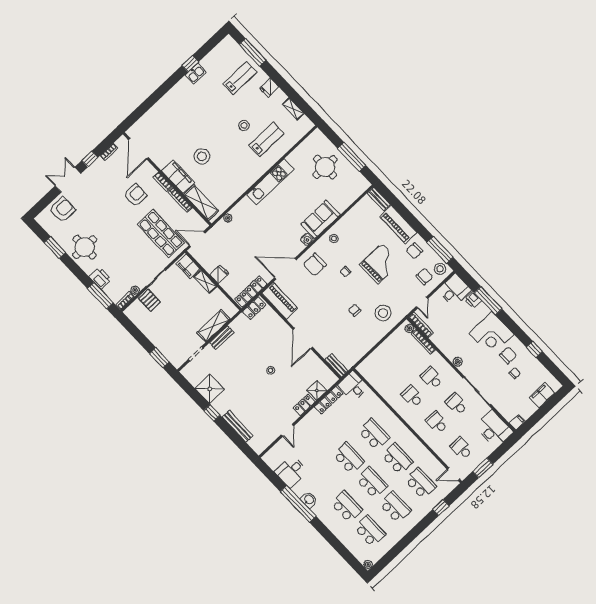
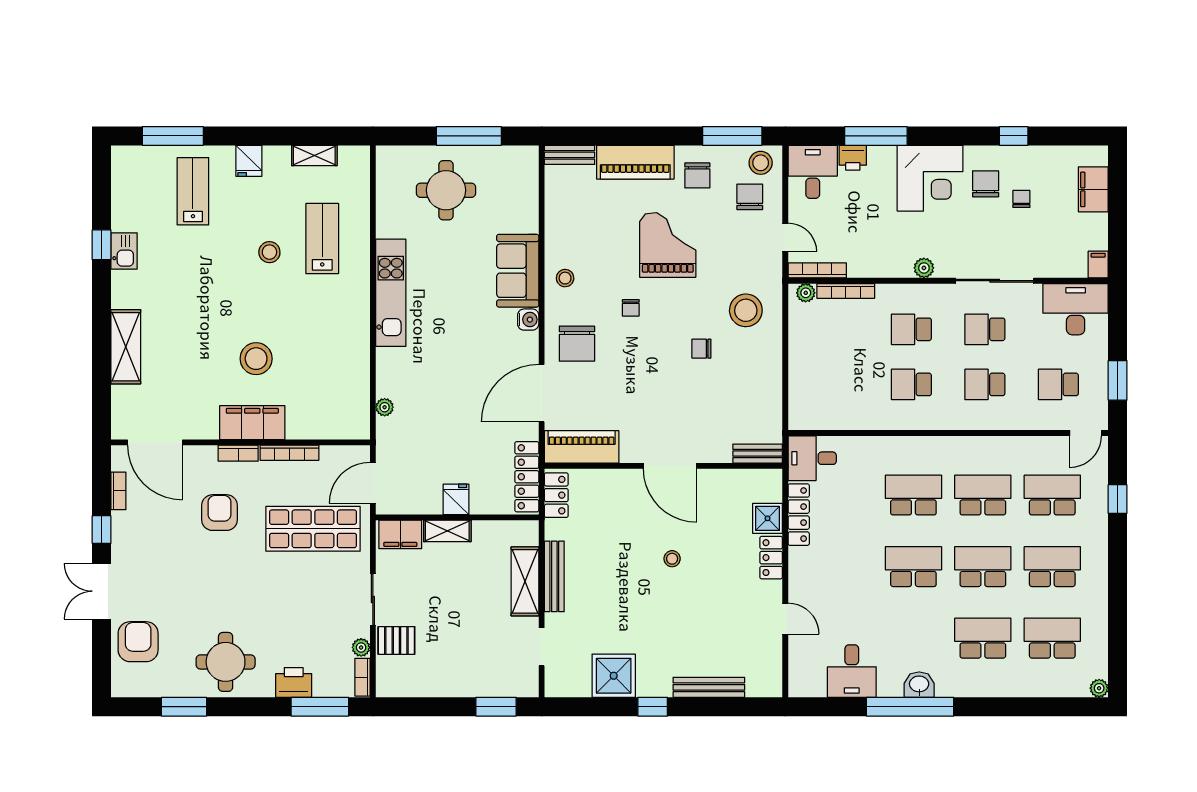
shelving: (201, 202) -> (126, 347), moved, turned 90
bench: (222, 338) -> (554, 576), width x1.36

